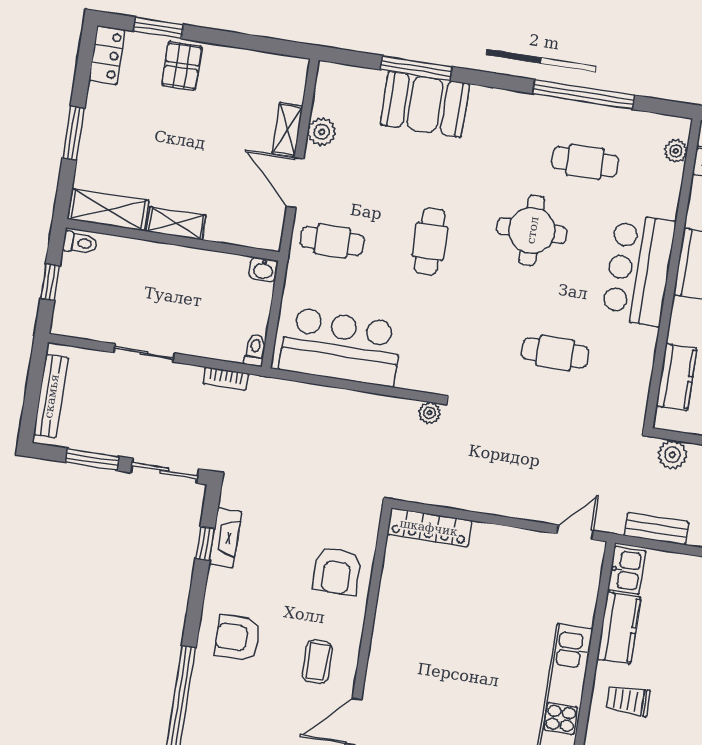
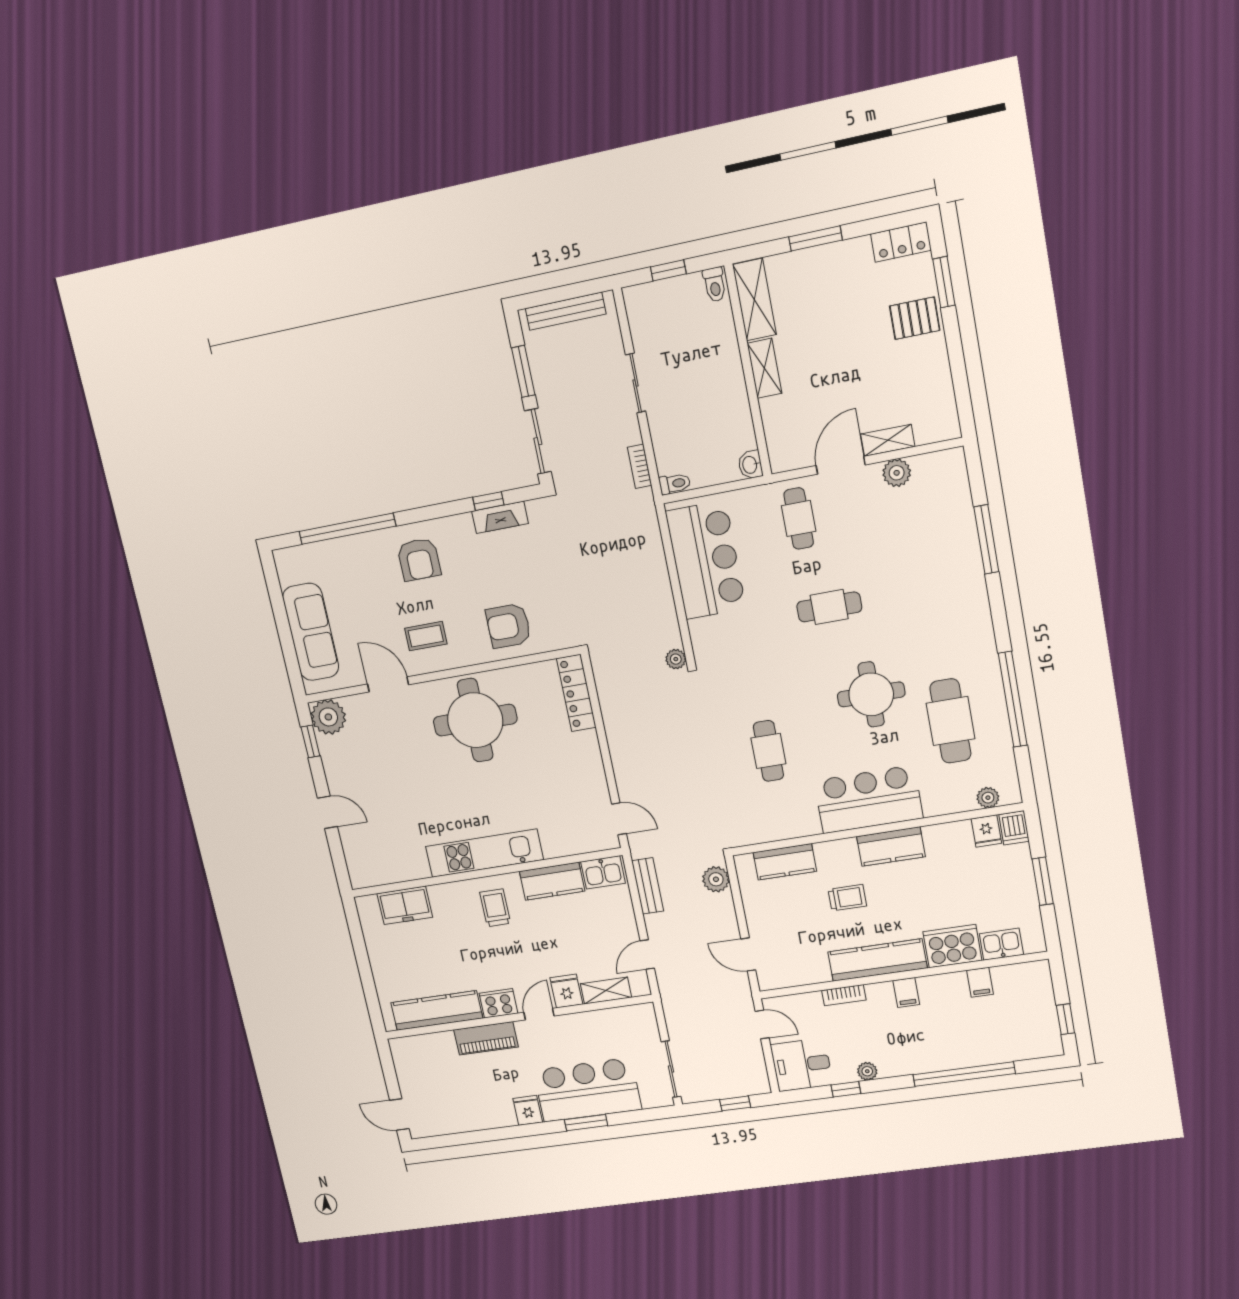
booth: (425, 104) -> (955, 559), removed
cafe table: (585, 162) -> (950, 721), width x1.37, depth x1.35
armchair: (237, 638) -> (419, 559), turned 180
round table: (422, 644) -> (475, 720), added

